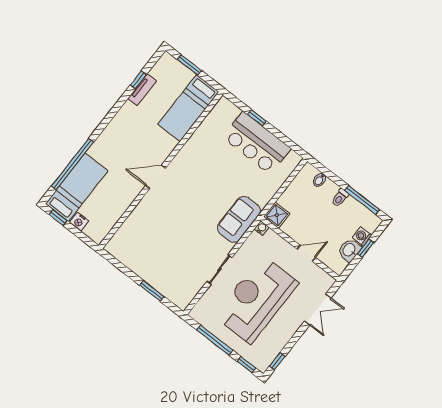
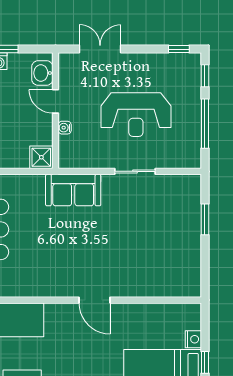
water cooler: (262, 228) -> (65, 128), moved
washbasin: (349, 250) -> (42, 73), moved, turned 90
reception desk: (256, 299) -> (136, 115), width x0.74, depth x0.77

